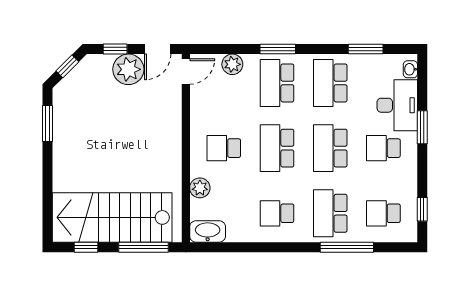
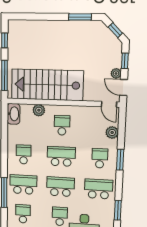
plant: (128, 69) -> (116, 73), width x0.53, depth x0.53
school desk: (277, 83) -> (100, 158), width x0.54
stairs: (112, 217) -> (47, 85), moved, turned -90

